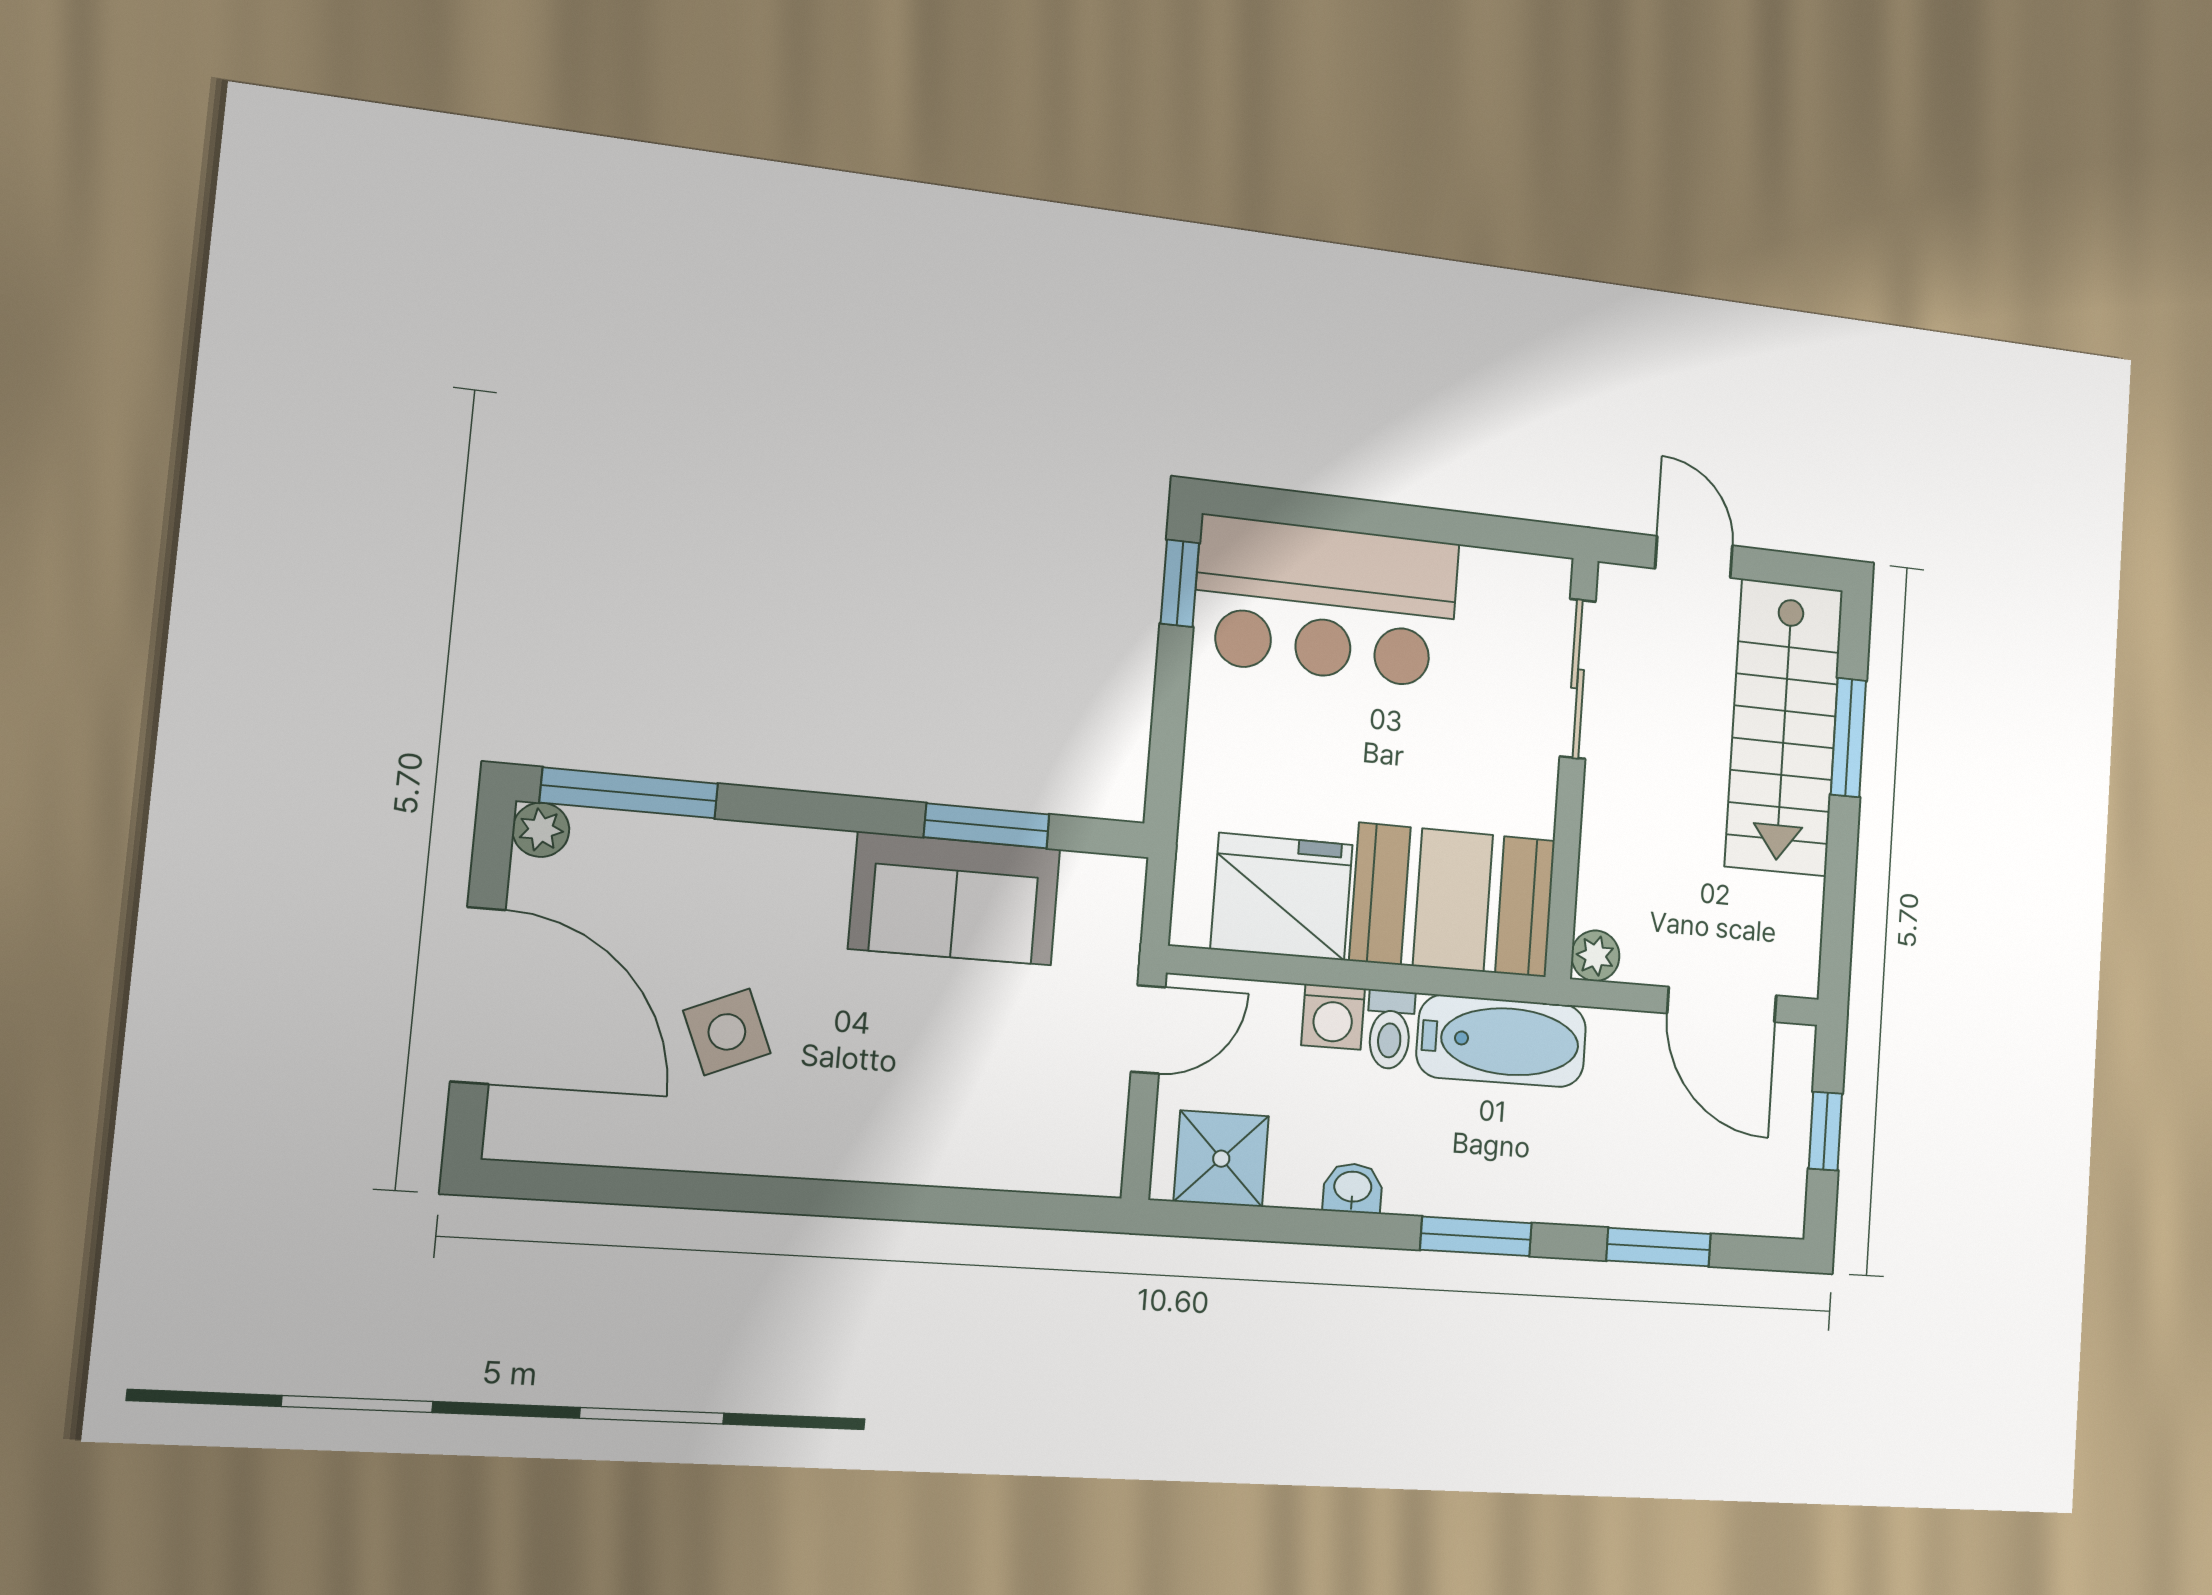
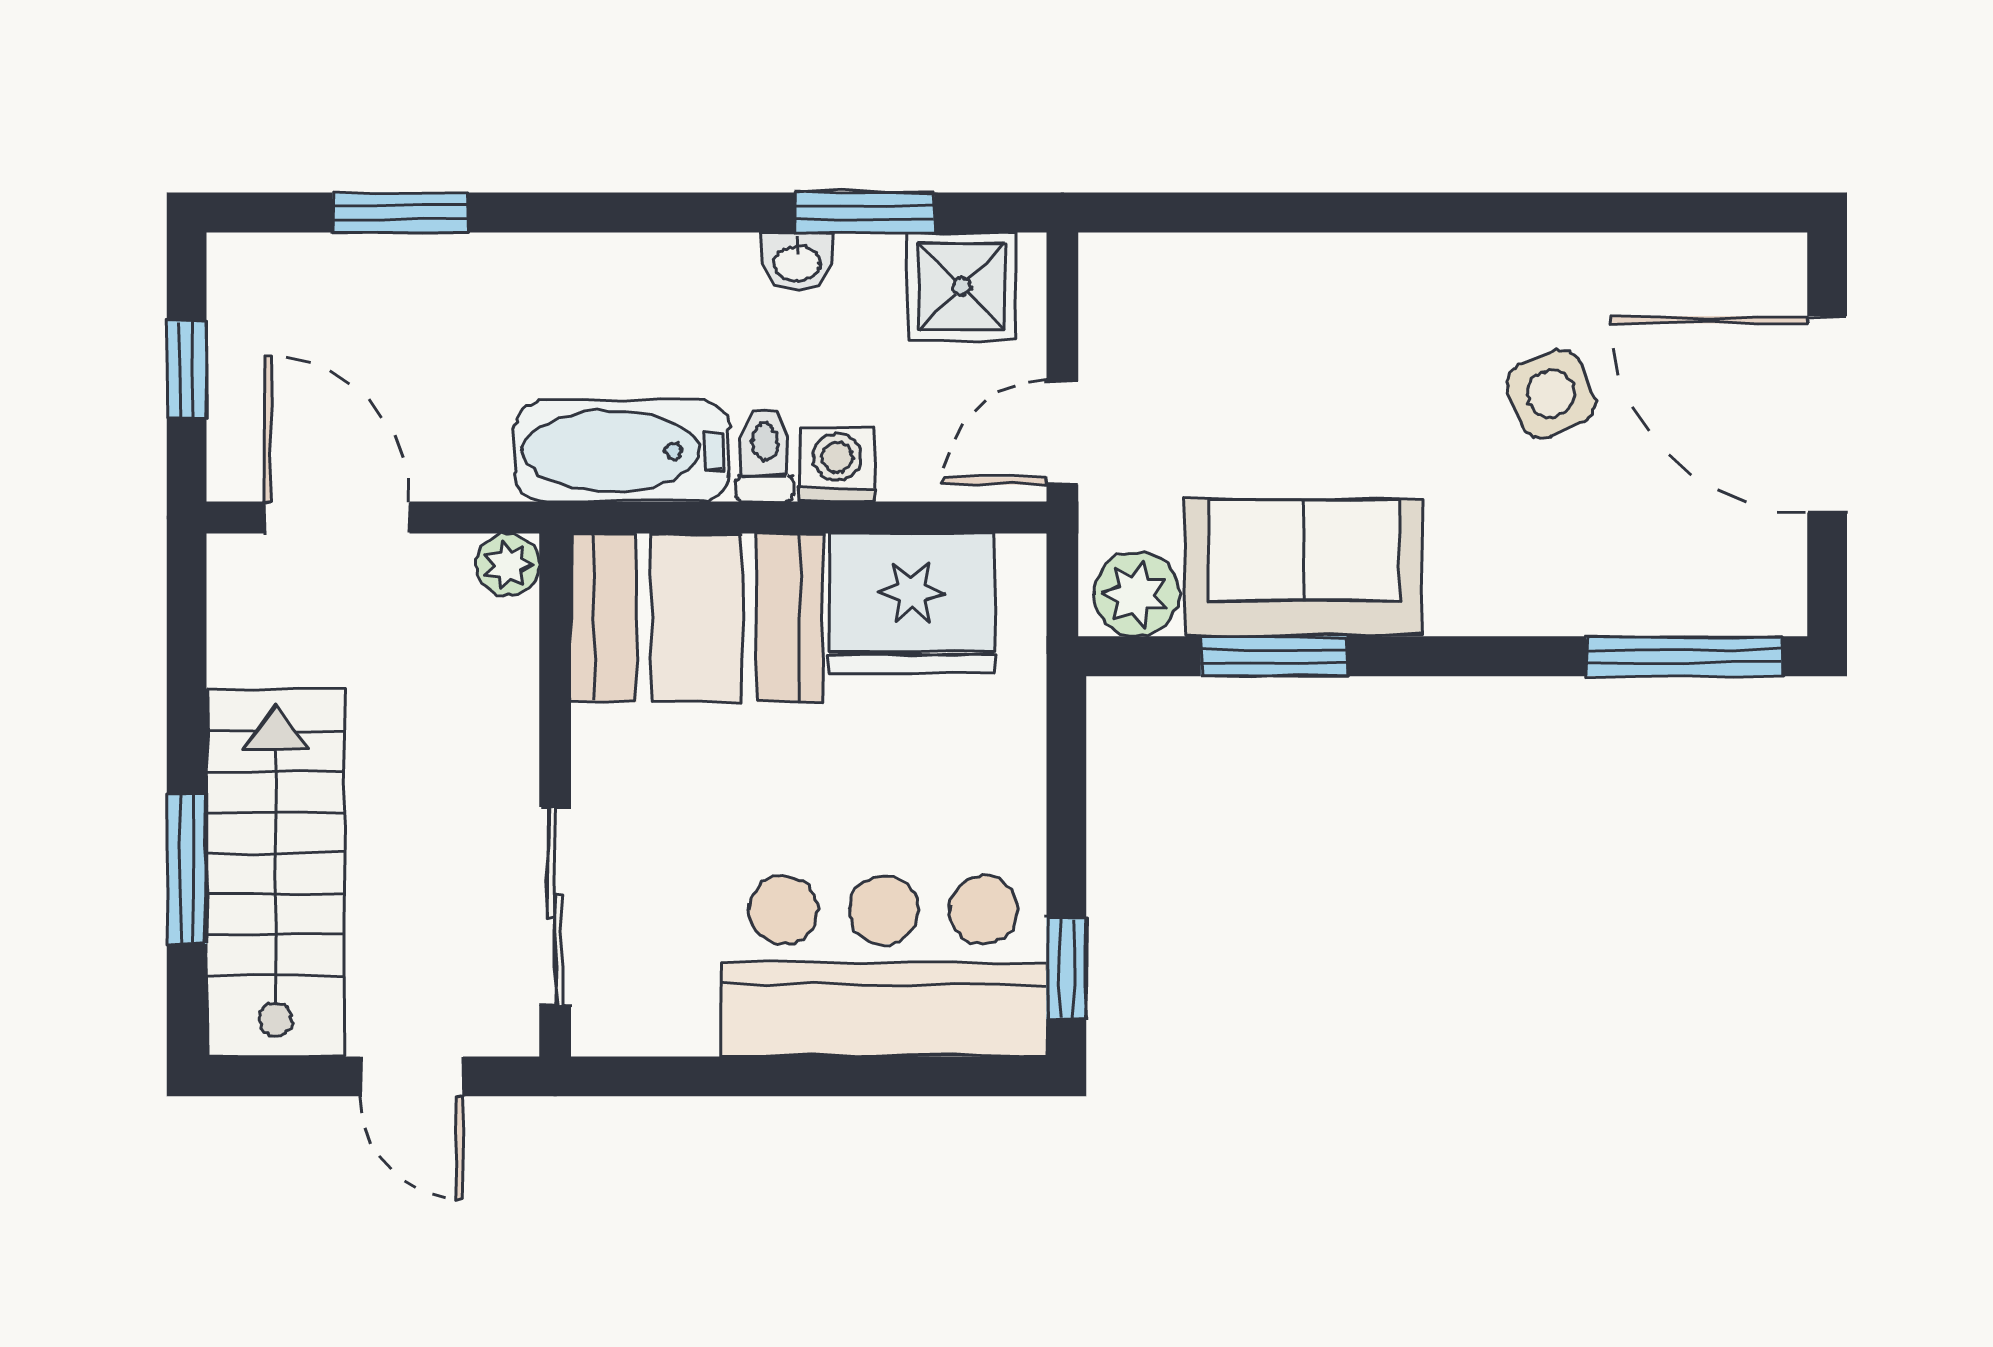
plant: (541, 830) -> (1136, 594), moved, width x1.38, depth x1.38
window: (1476, 1236) -> (864, 212), moved

